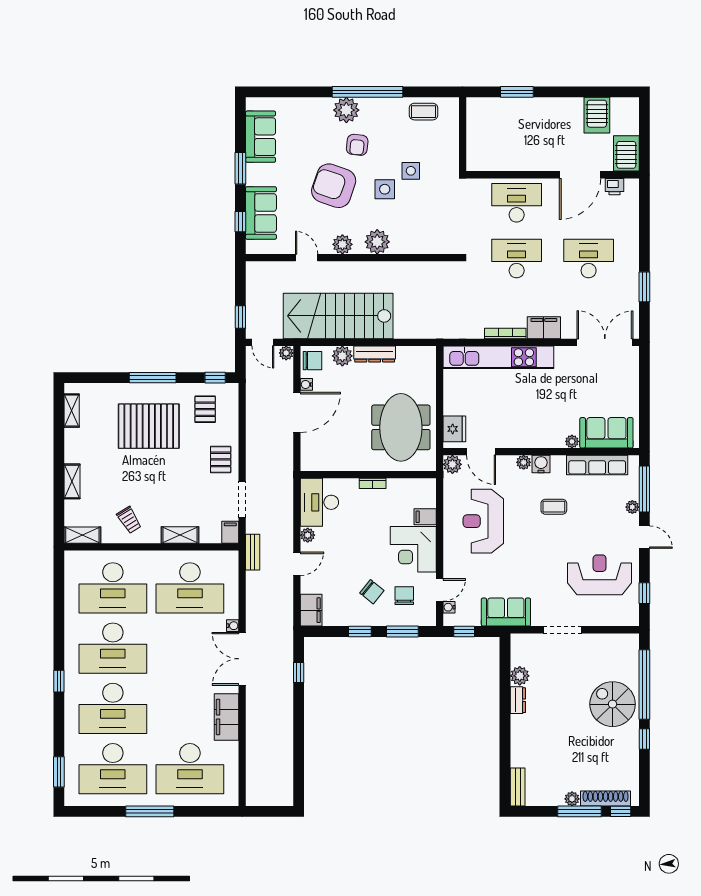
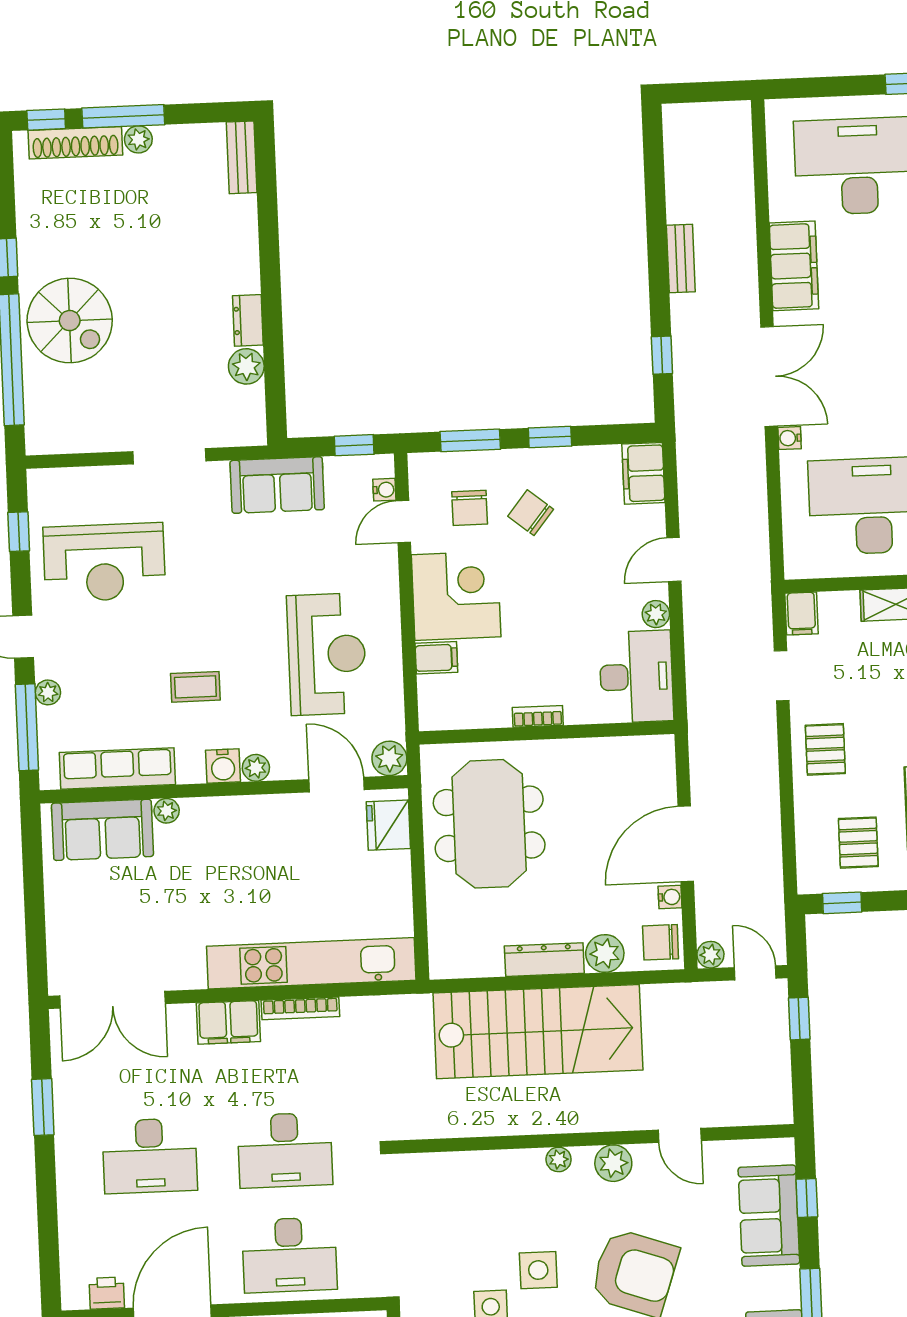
plant: (377, 242) -> (559, 1159), width x0.53, depth x0.53
stairs: (338, 316) -> (538, 1032), moved
doorway: (242, 500) -> (782, 676), width x0.73
bench: (253, 552) -> (681, 259), moved

